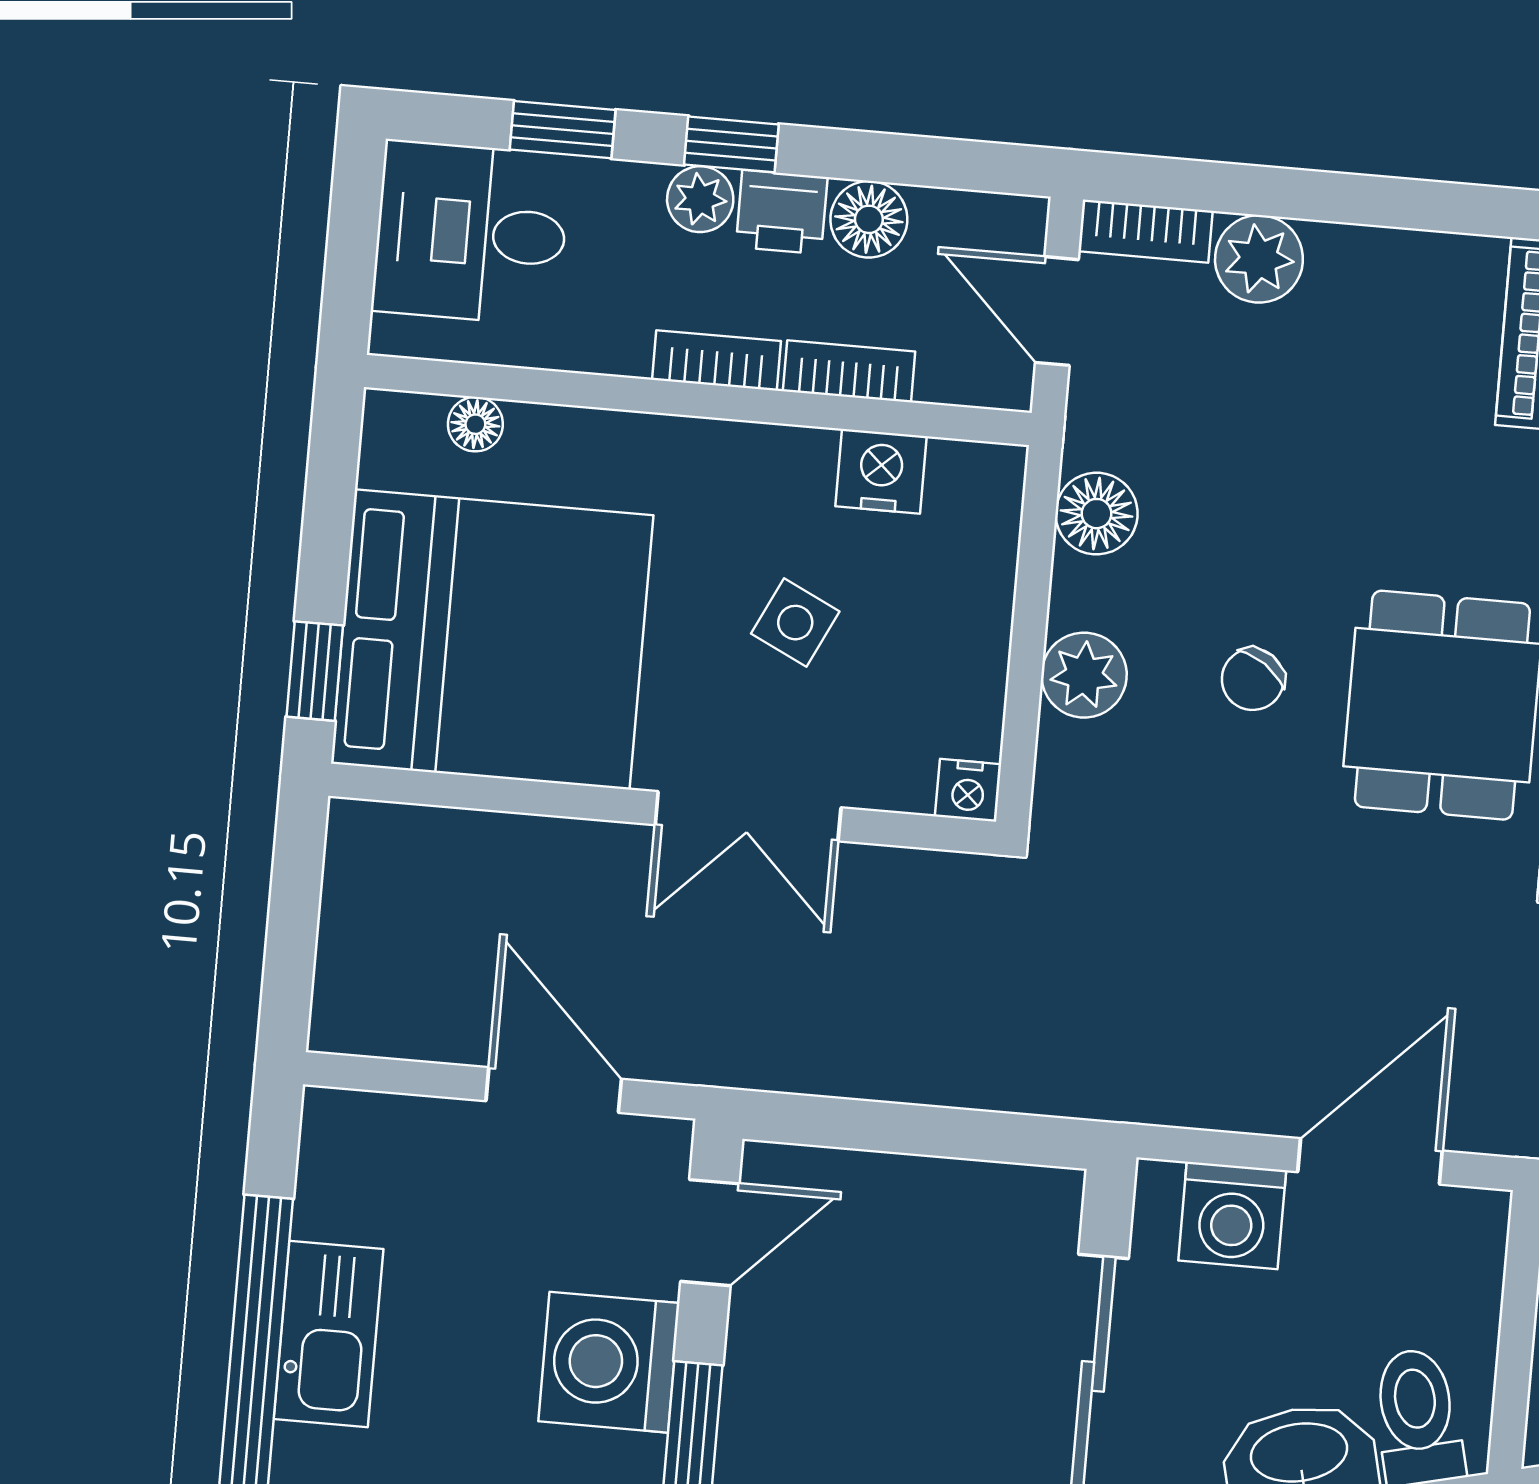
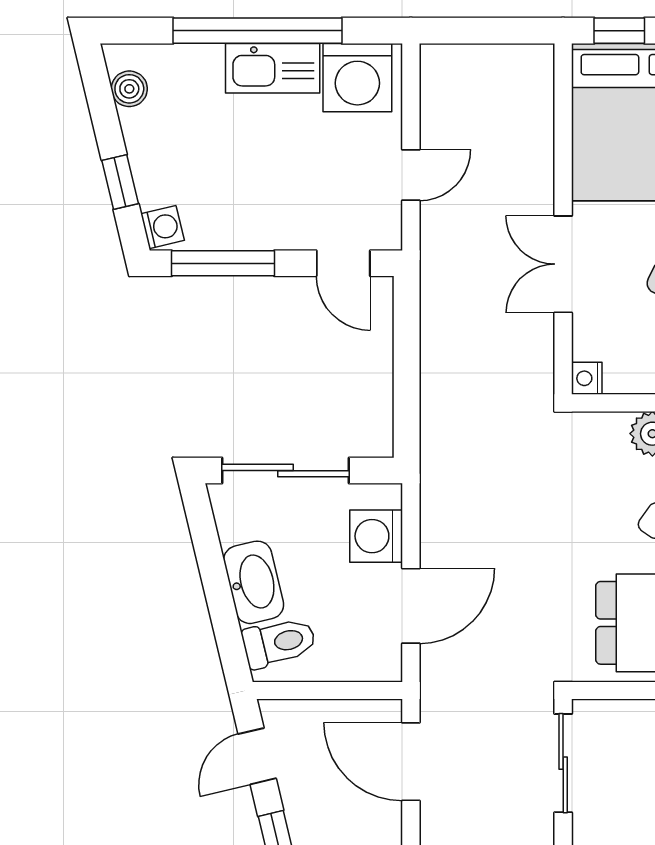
door: (554, 1090) -> (411, 175), width x0.73
door: (1370, 1161) -> (411, 606), hinge flipped
washing machine: (609, 1362) -> (357, 78), moved, turned 180

